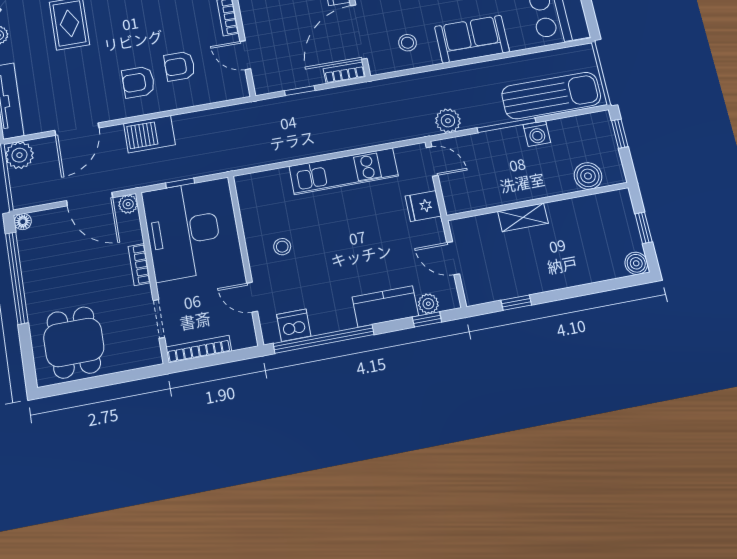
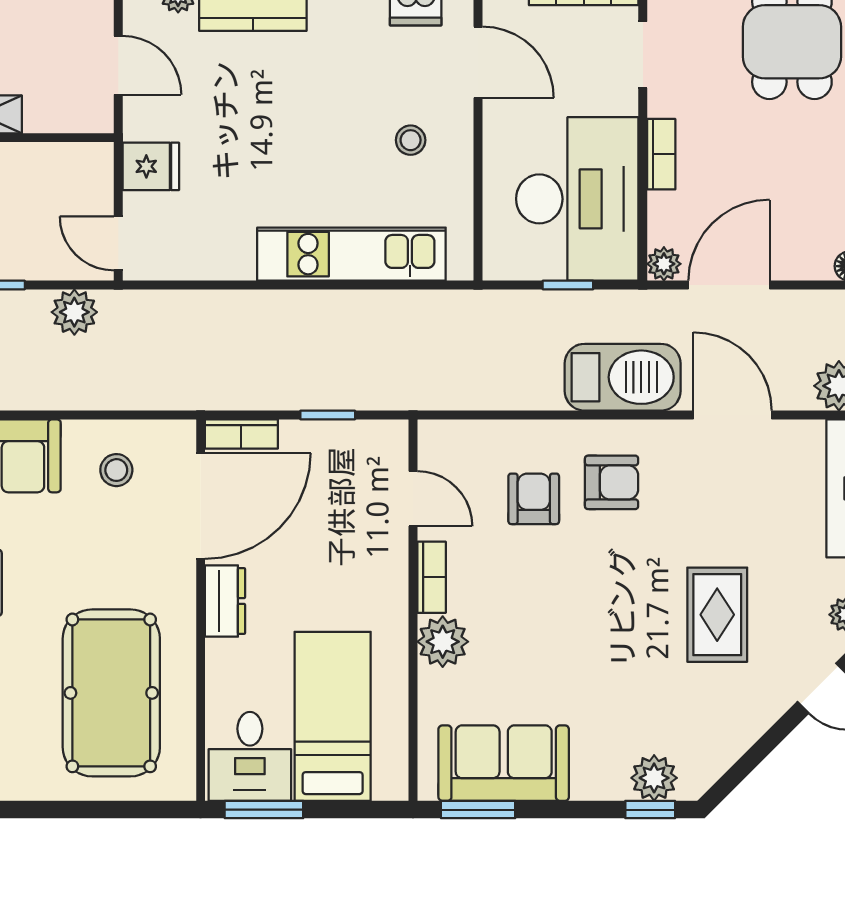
armchair: (180, 66) -> (534, 499), turned -90
door: (77, 129) -> (733, 415), hinge flipped
barbecue: (149, 134) -> (623, 377), width x1.37, depth x1.21
kitchen unit: (344, 171) -> (351, 254), moved
door: (90, 199) -> (729, 285), hinge flipped
door: (252, 297) -> (478, 62), width x1.38

